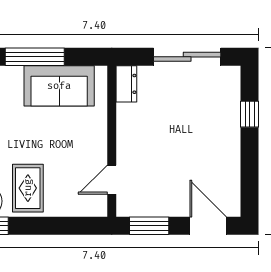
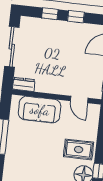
sofa: (59, 86) -> (40, 110), moved, turned 90
window: (250, 158) -> (76, 17), added

